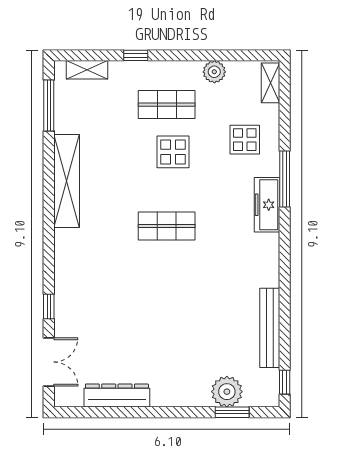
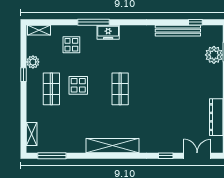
window: (136, 55) -> (24, 75), moved
shelving: (67, 181) -> (113, 146), moved
freezer: (267, 205) -> (108, 32), width x0.71
window: (285, 382) -> (195, 22), moved

